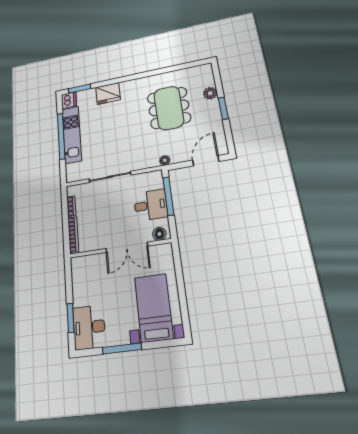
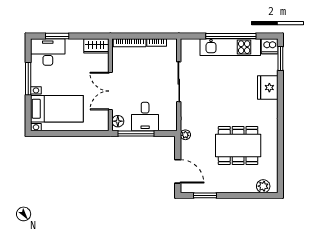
plant: (210, 93) -> (263, 186), moved
window: (223, 108) -> (205, 195), moved
window: (168, 196) -> (136, 134), moved
wardrobe: (79, 271) -> (96, 46), added

